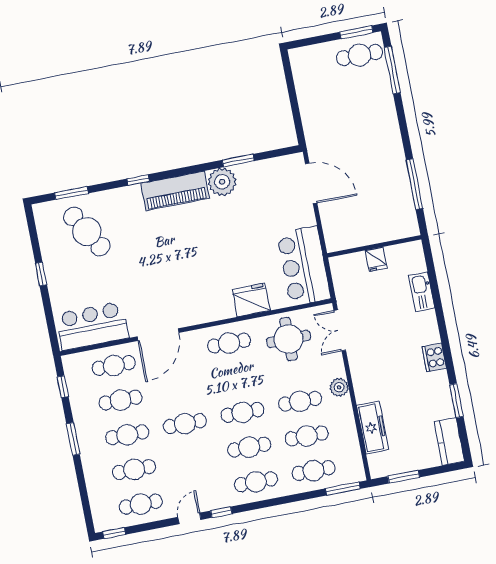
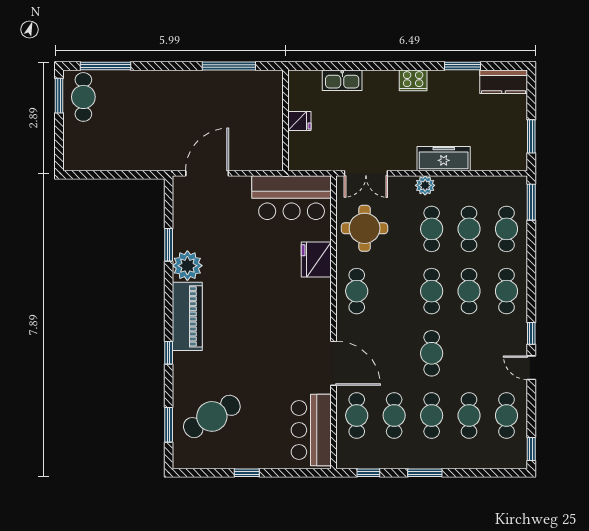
freezer: (373, 428) -> (444, 159), moved

